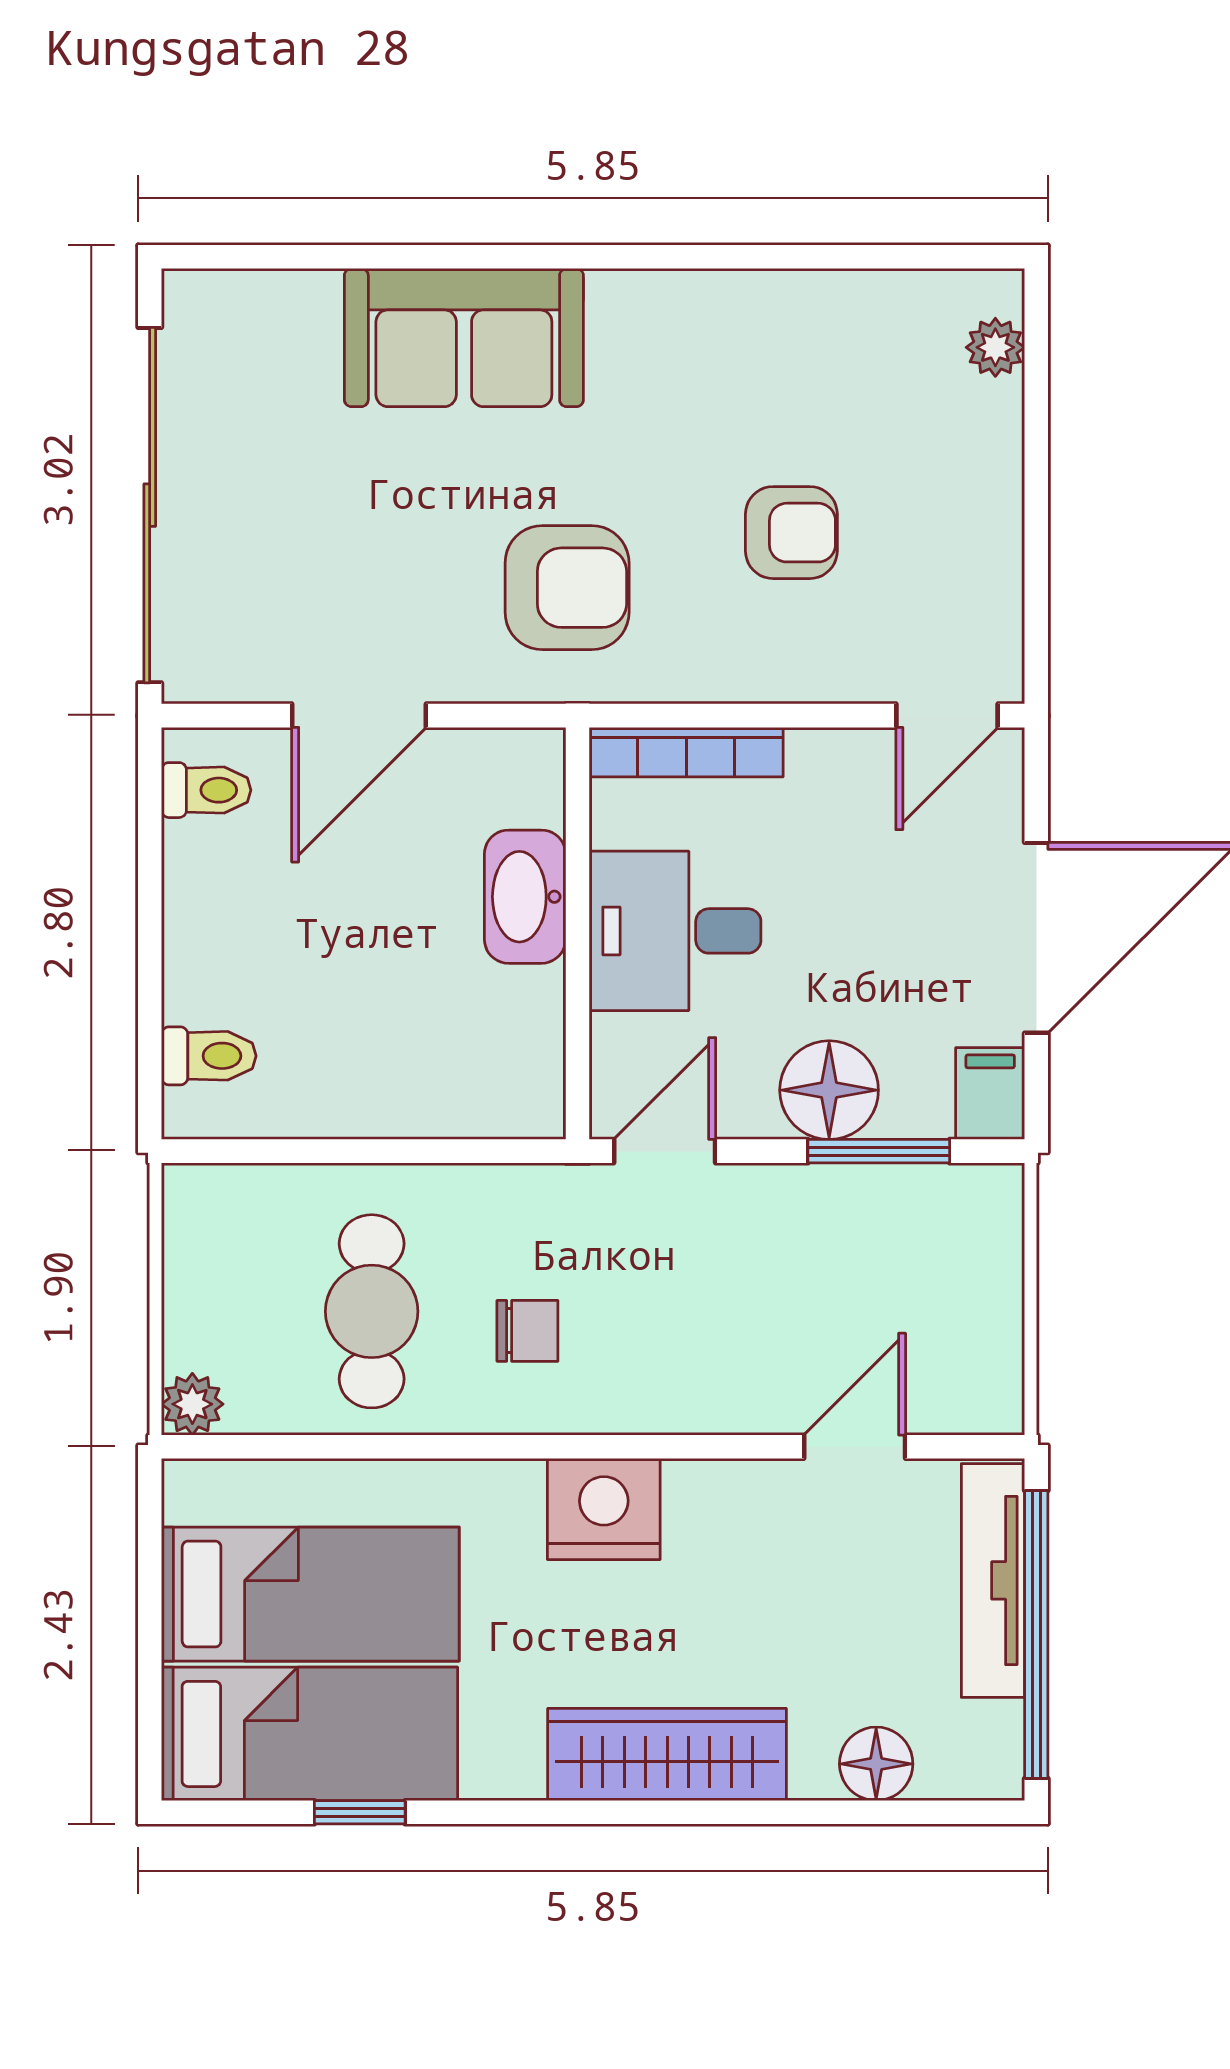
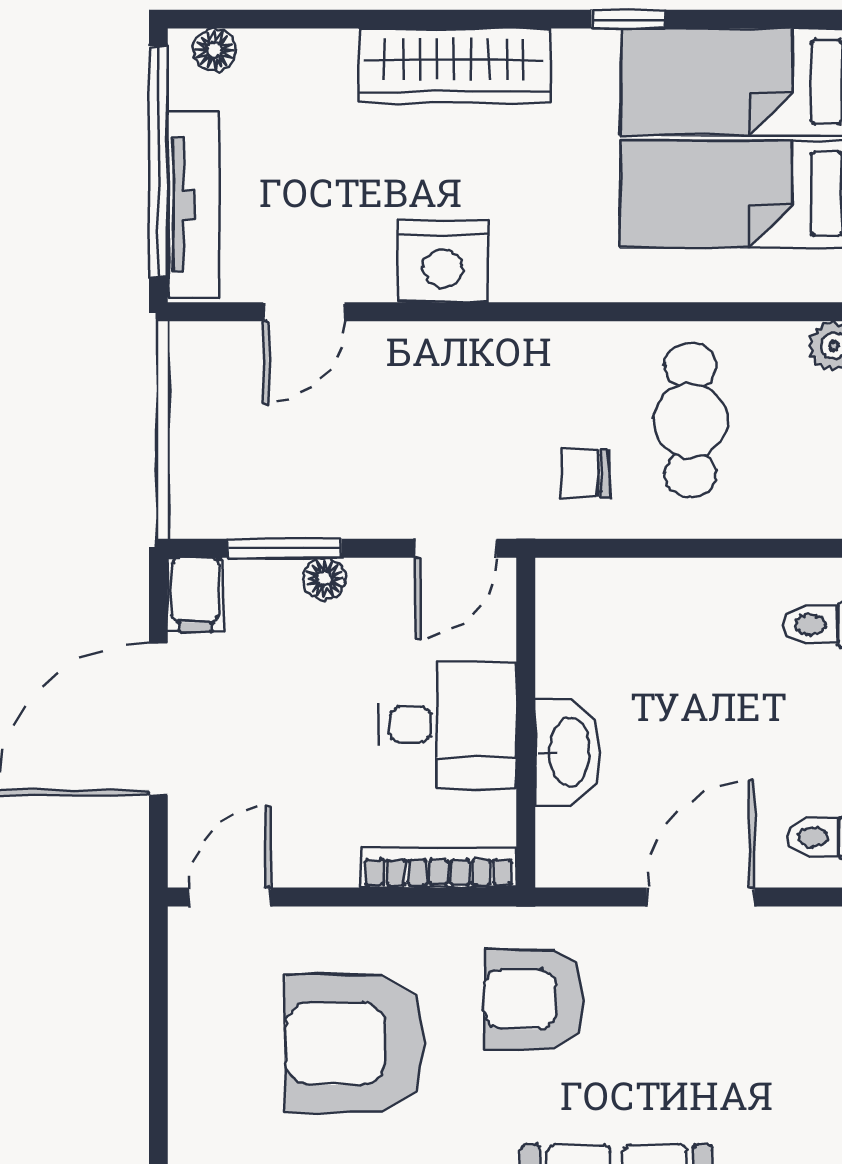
armchair: (791, 533) -> (354, 1043), width x1.88, depth x1.88
floor lamp: (829, 1090) -> (324, 579), width x0.53, depth x0.53
chair: (527, 1331) -> (585, 474), moved
nightstand: (604, 1509) -> (443, 262), moved
floor lamp: (876, 1764) -> (214, 50), moved, width x0.73, depth x0.73
window: (360, 1812) -> (628, 19), moved

